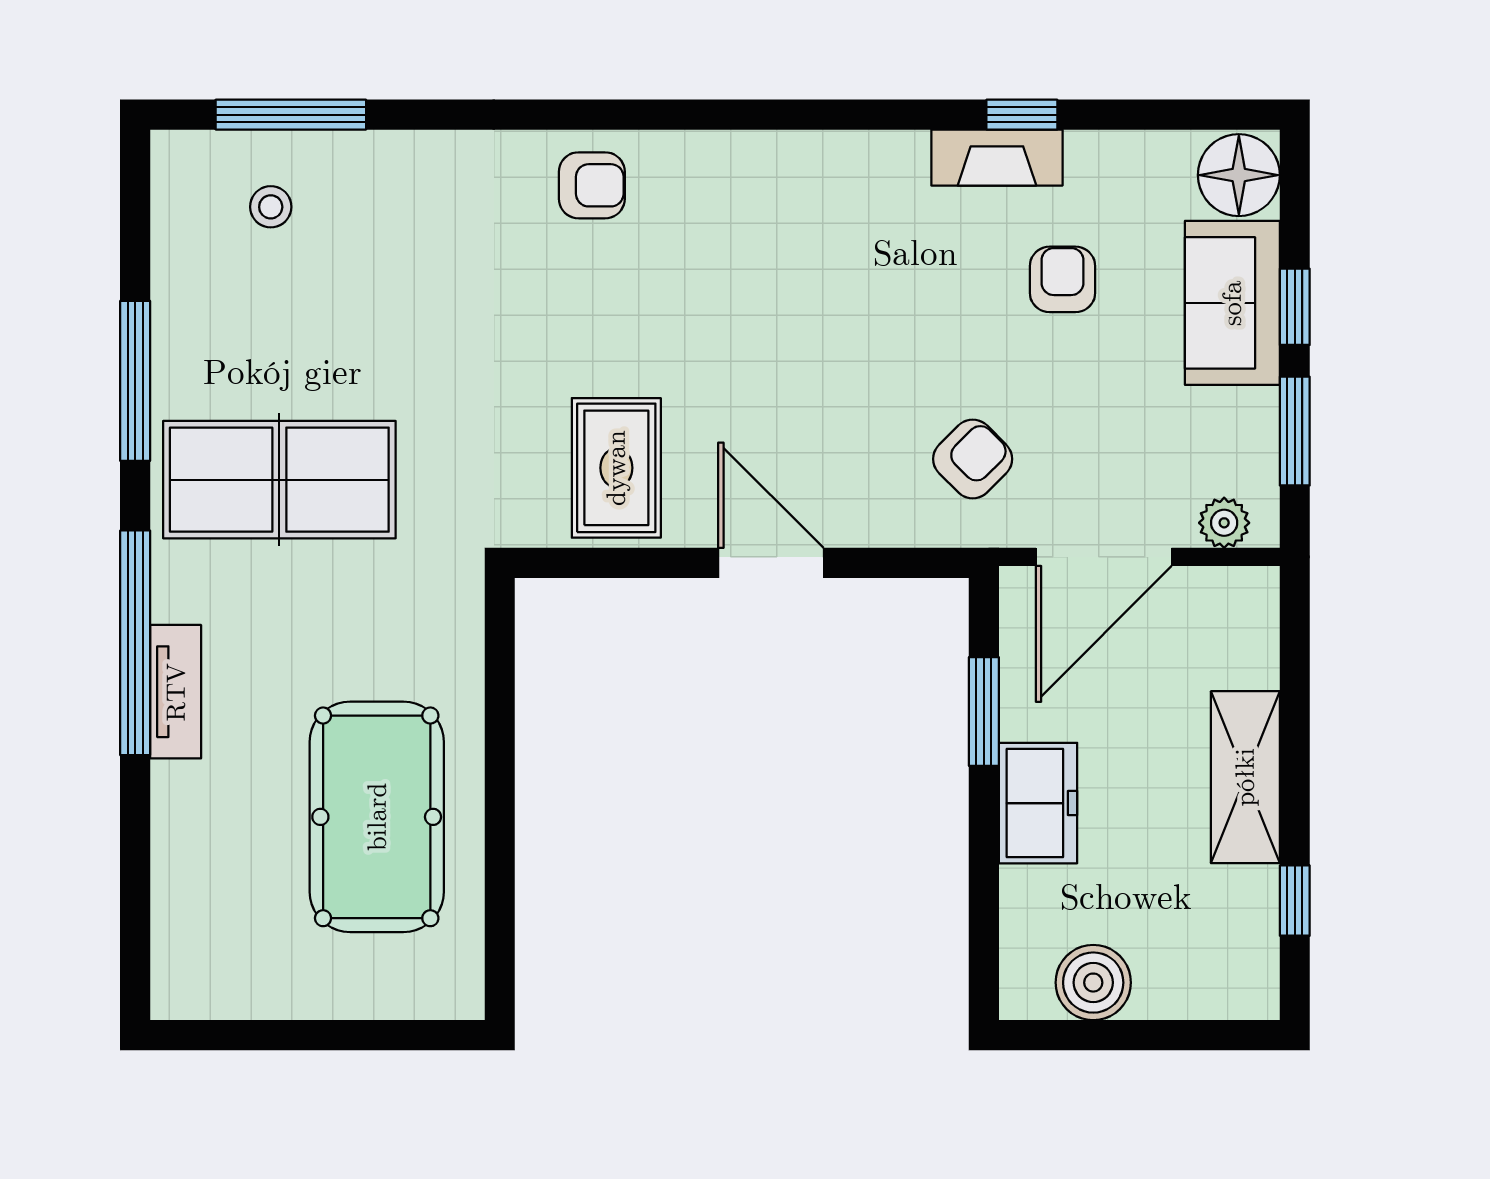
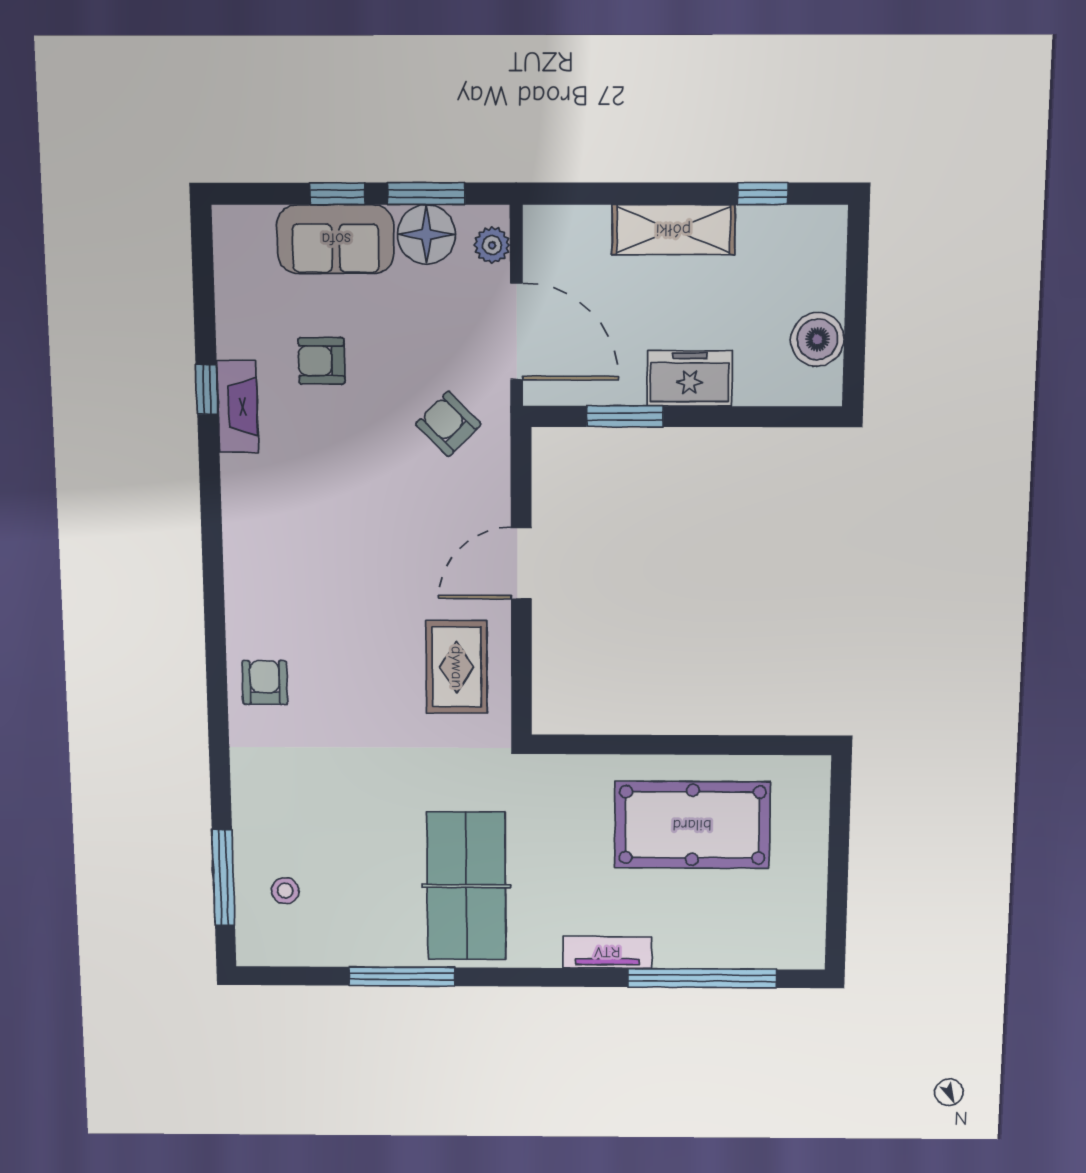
floor lamp: (1239, 175) -> (426, 234), moved
rug: (616, 468) -> (457, 667), turned 90
window: (135, 643) -> (702, 978), moved

